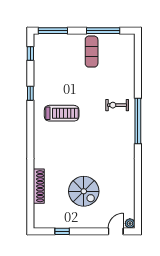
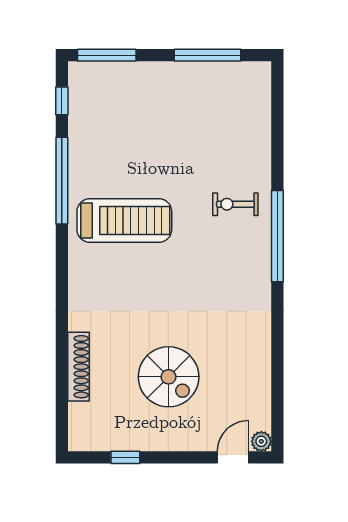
exercise mat: (92, 52) -> (184, 97), removed
window: (30, 93) -> (62, 181), width x3.17
treadmill: (62, 113) -> (124, 220), width x1.37, depth x1.38

